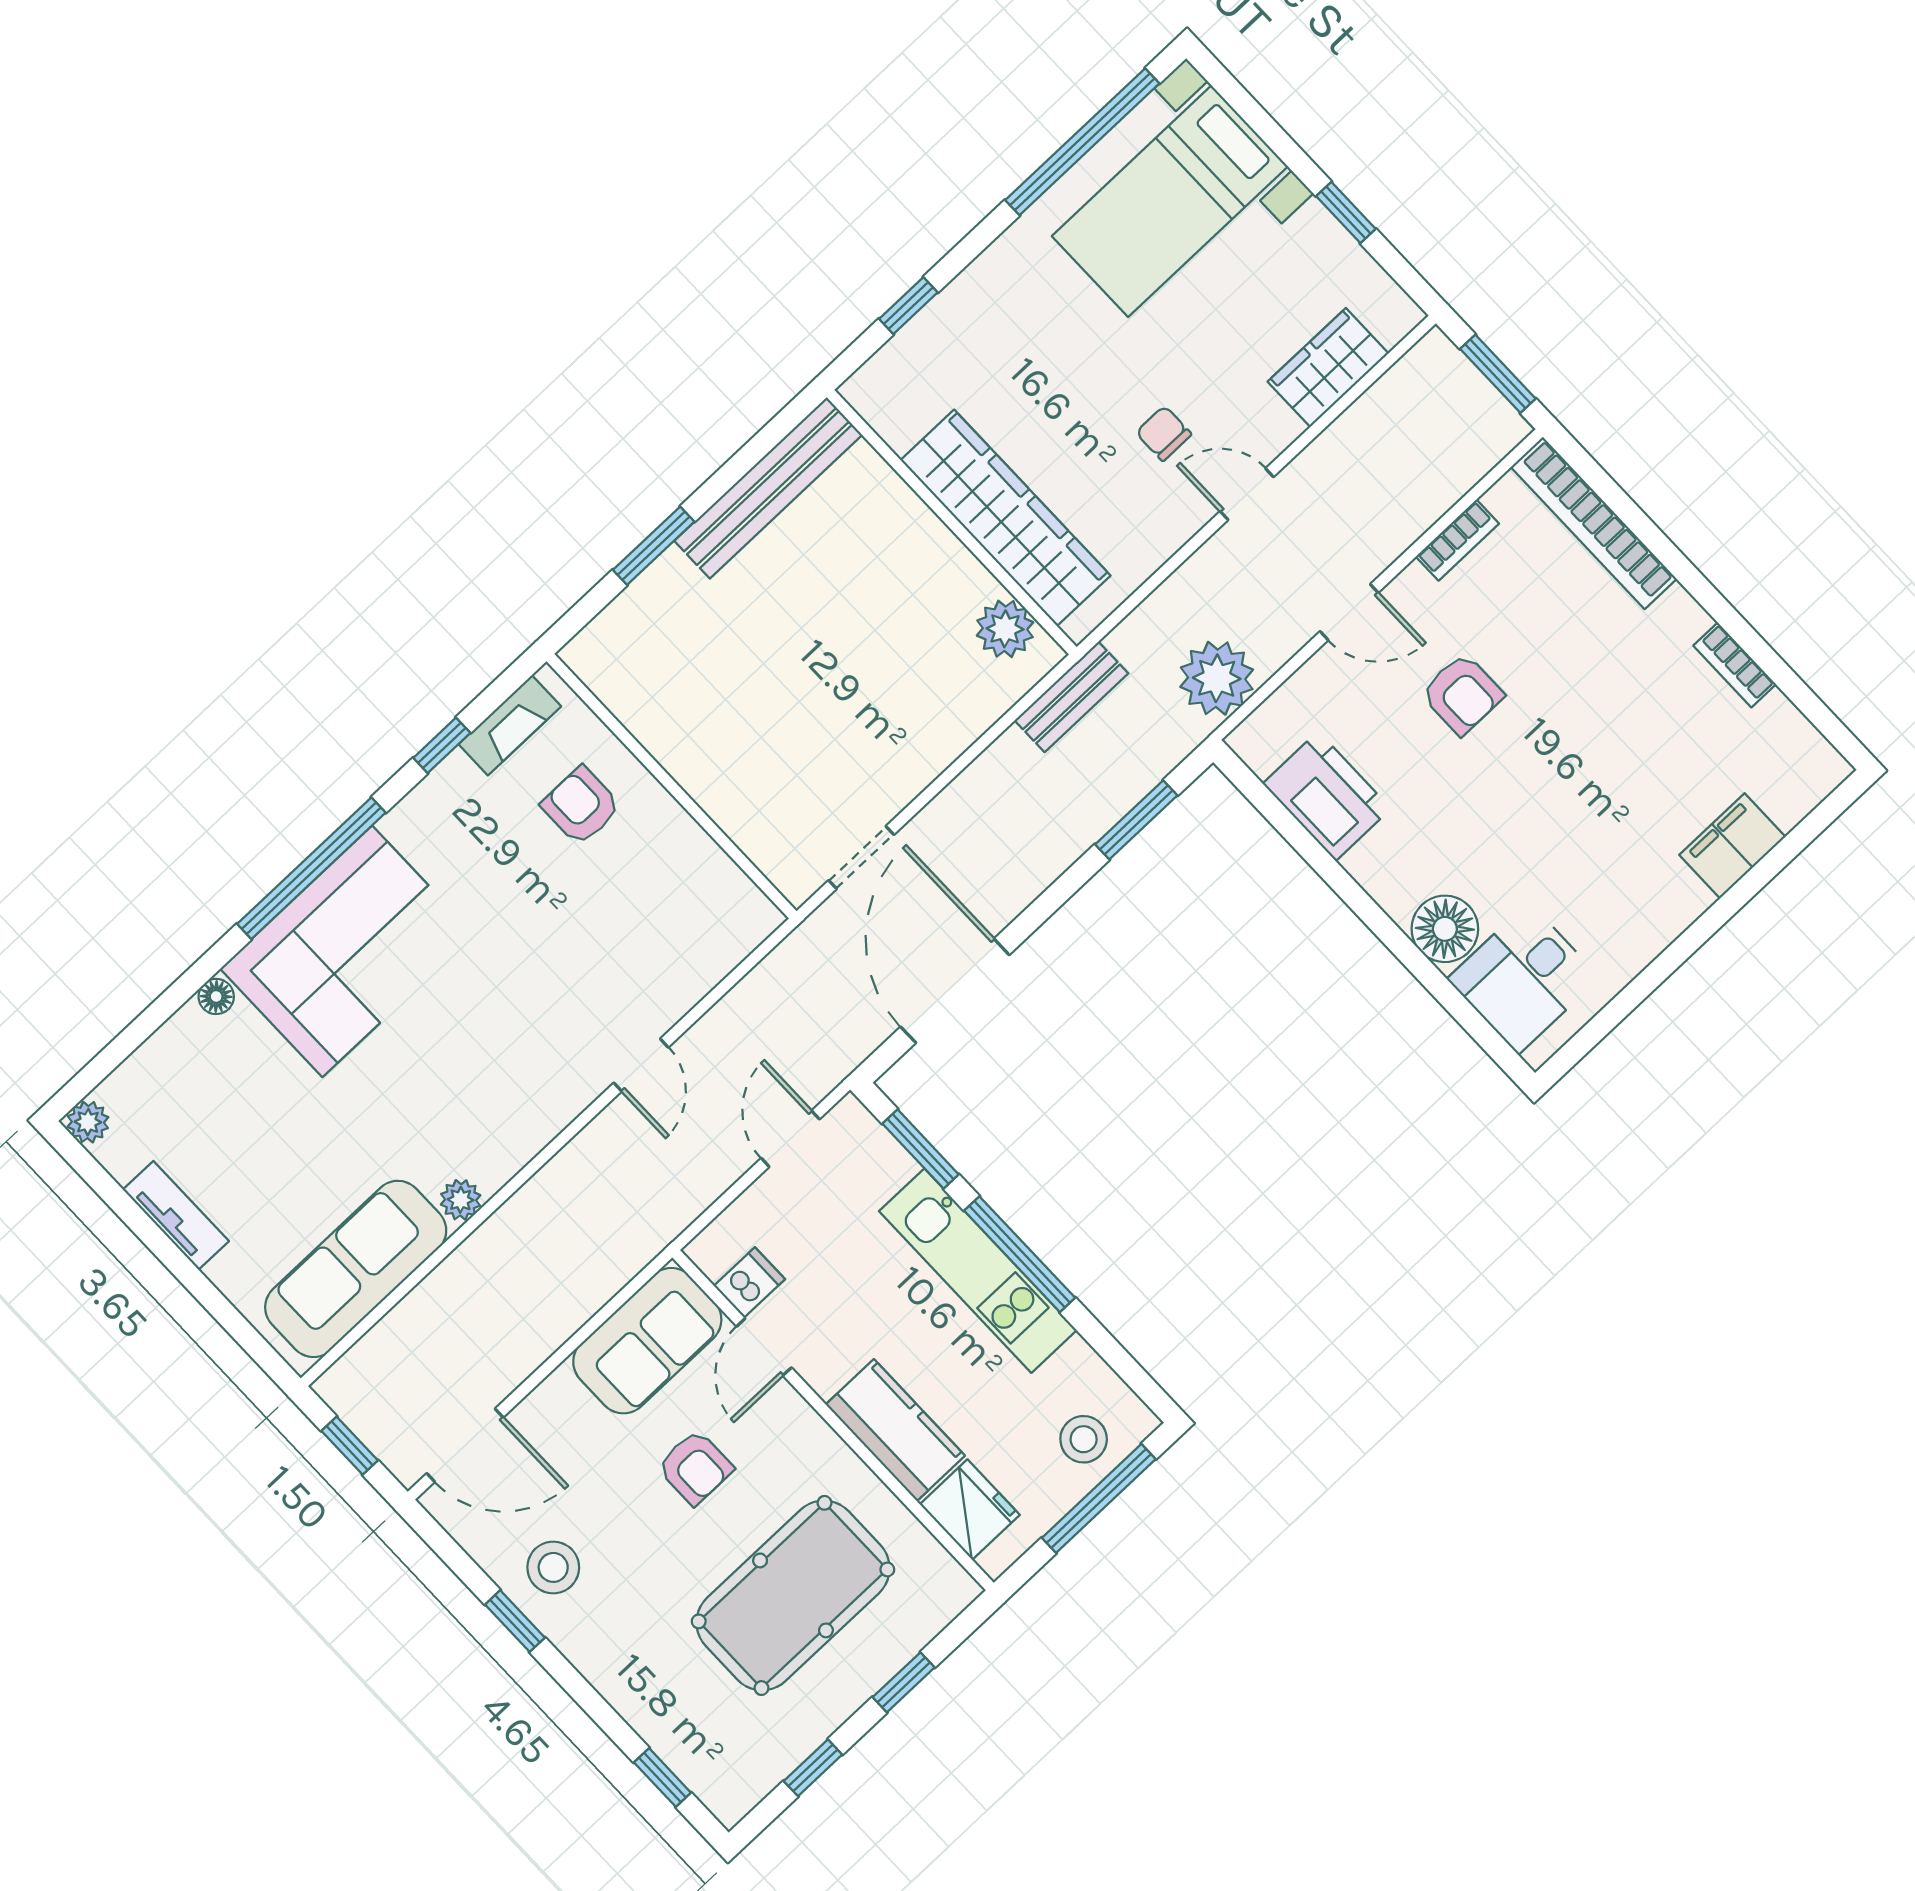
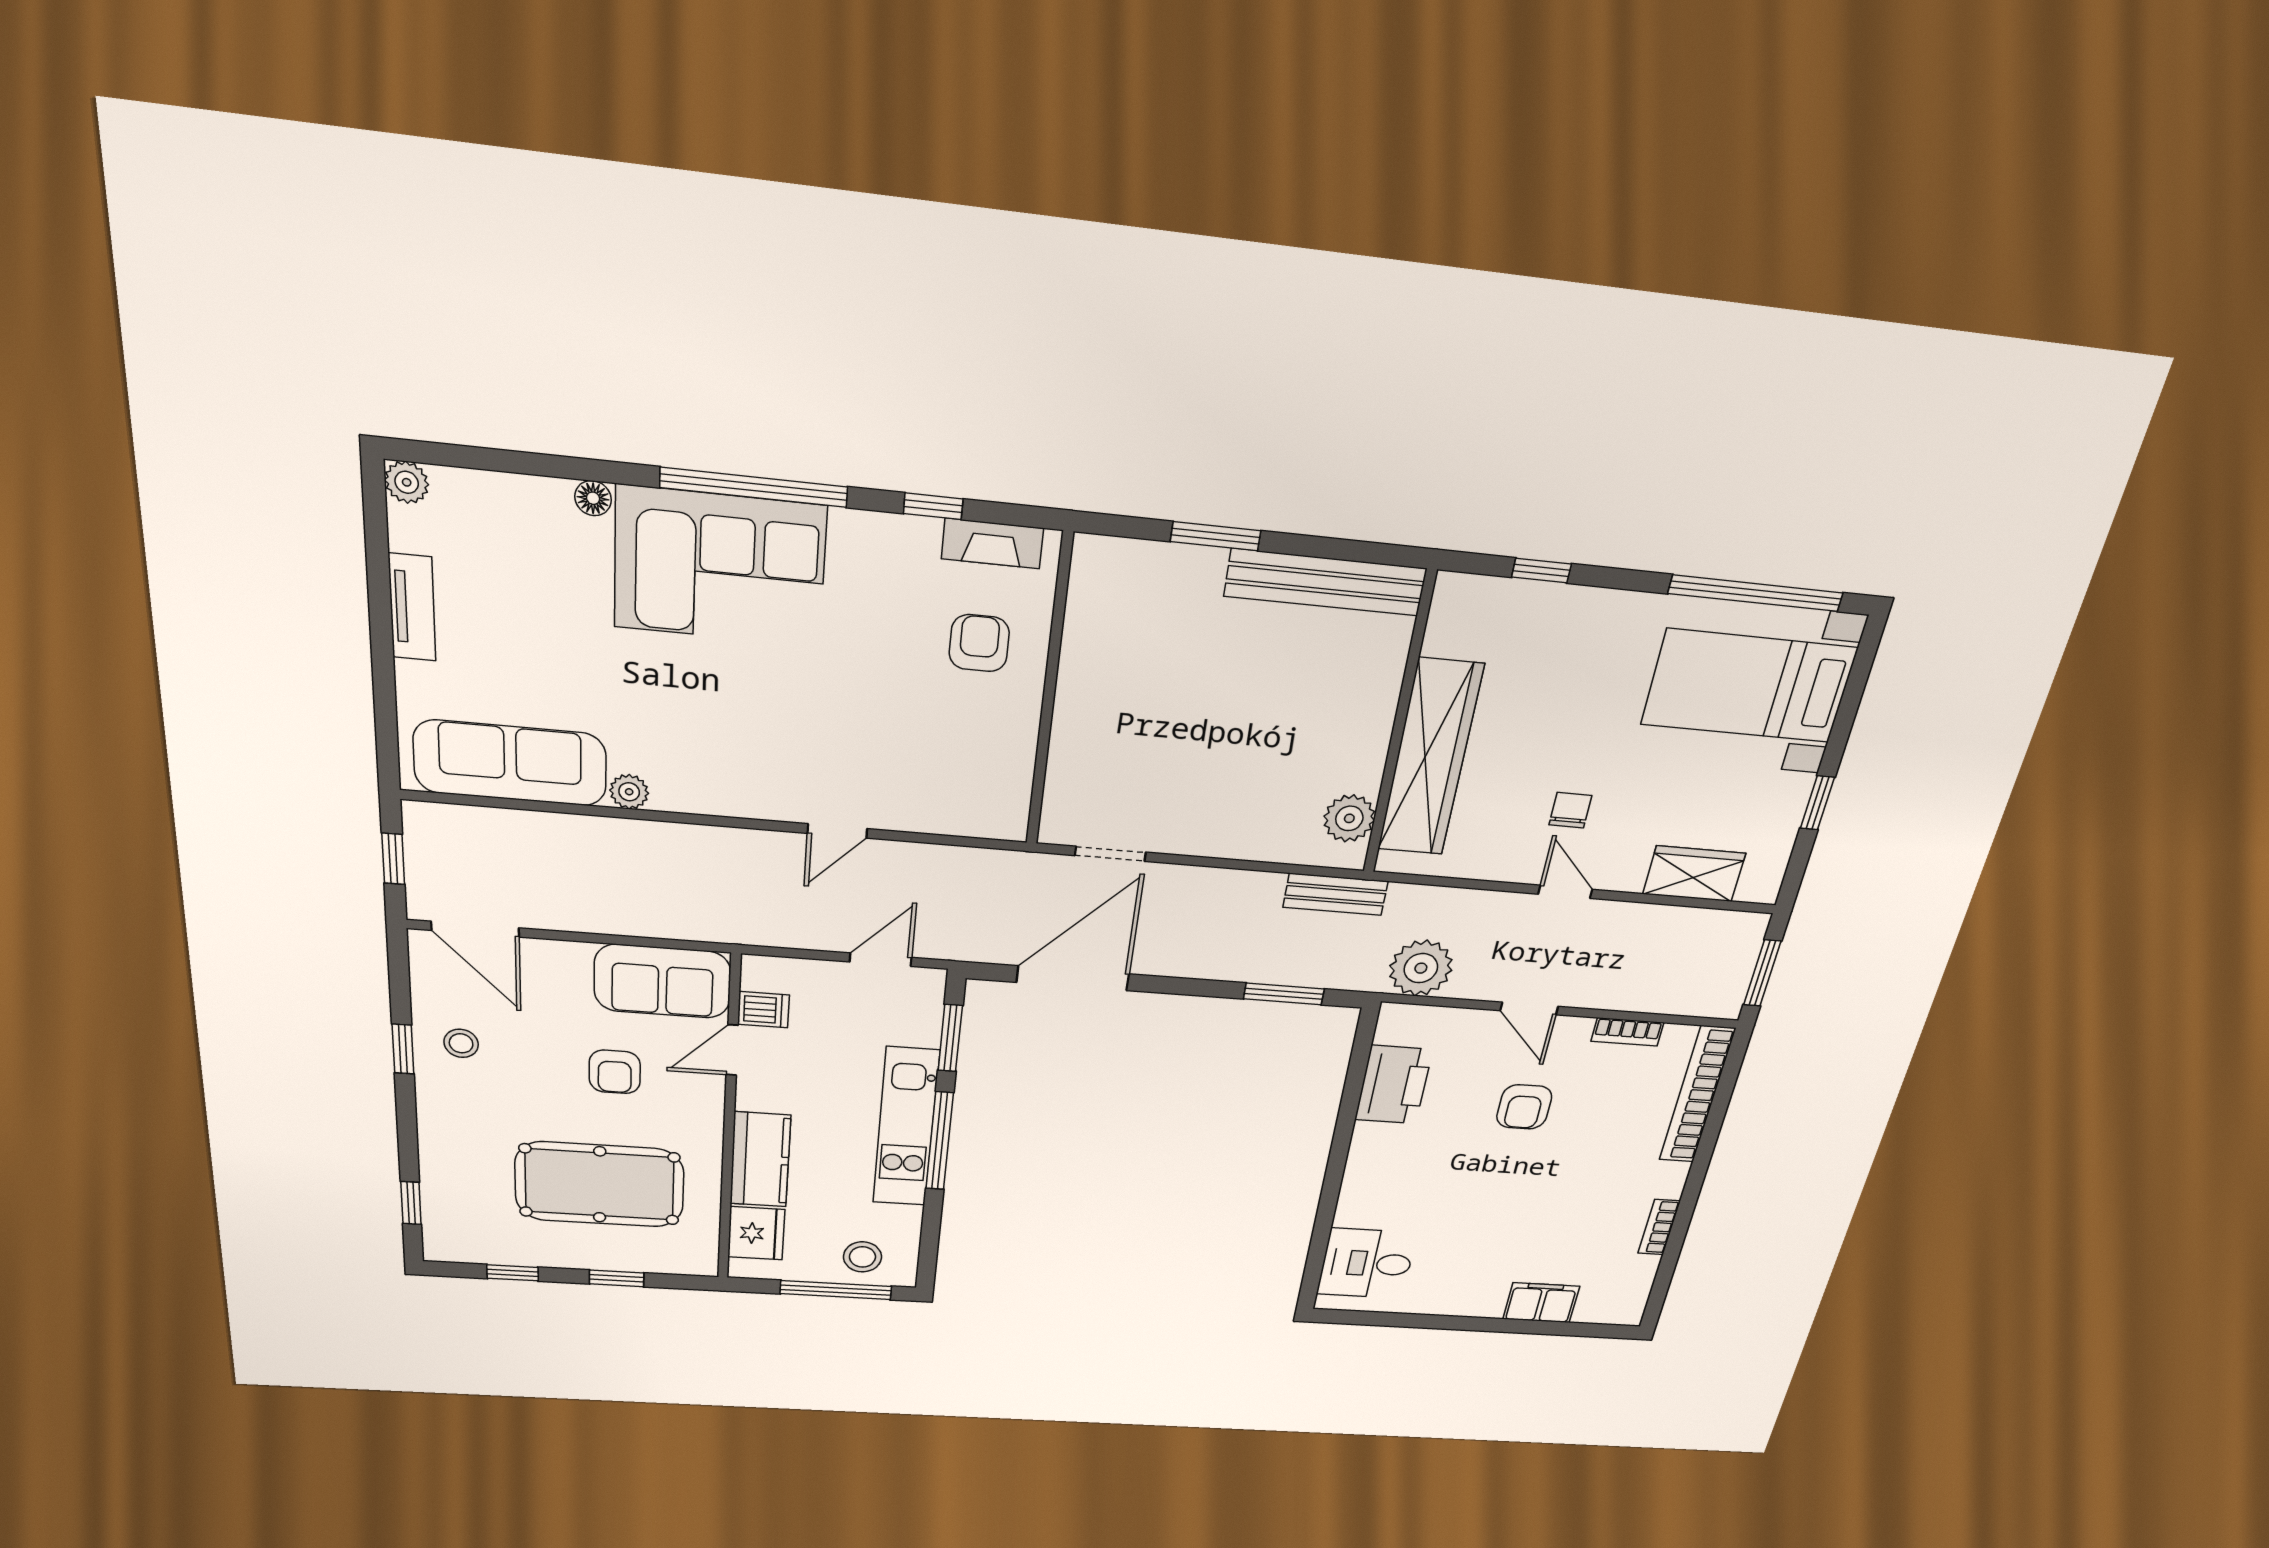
floor lamp: (1445, 929) -> (1362, 1205), removed
stool: (553, 1567) -> (461, 1043), width x0.73, depth x0.73

